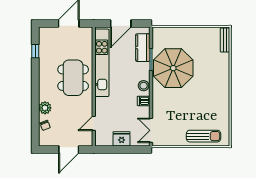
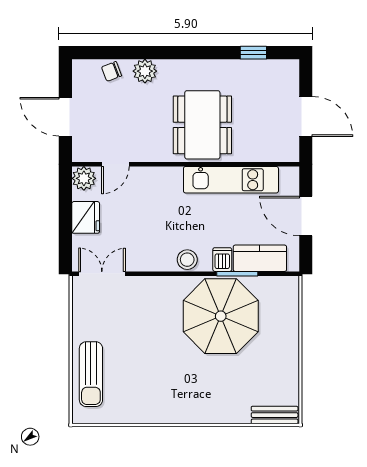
kitchen unit: (102, 63) -> (231, 180), width x0.73
dining table: (73, 78) -> (202, 125), turned 90
dishwasher: (144, 101) -> (222, 260), moved
door: (94, 123) -> (115, 164), swing flipped
plant: (101, 140) -> (84, 178), added

